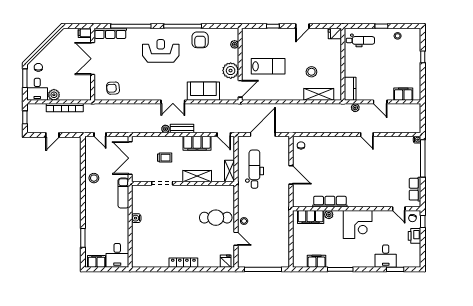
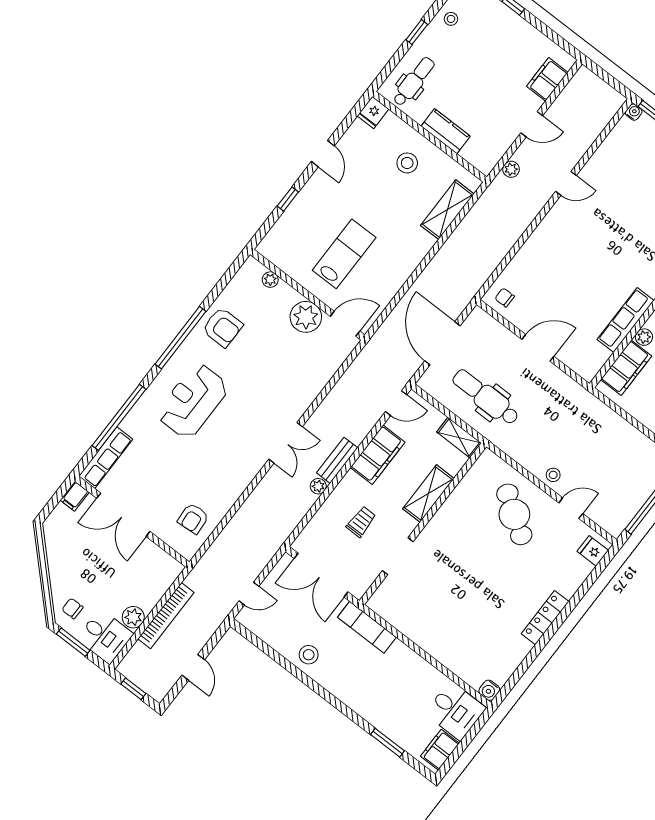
stool: (311, 72) -> (407, 163), moved
door: (240, 89) -> (345, 324), hinge flipped
kitchen counter: (350, 89) -> (446, 131), moved
sofa: (203, 91) -> (305, 383), removed
water cooler: (136, 218) -> (489, 690), moved
cafe table: (216, 218) -> (514, 514), turned -56

